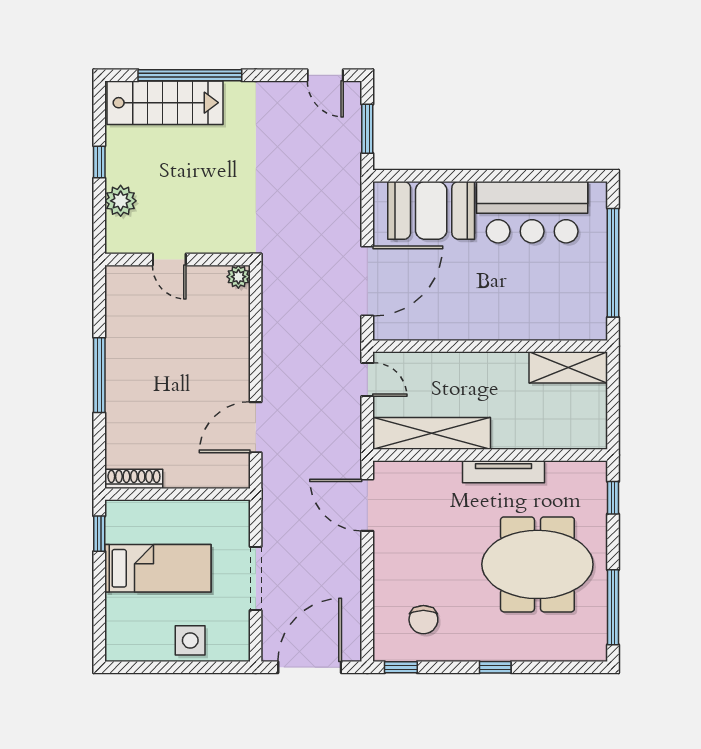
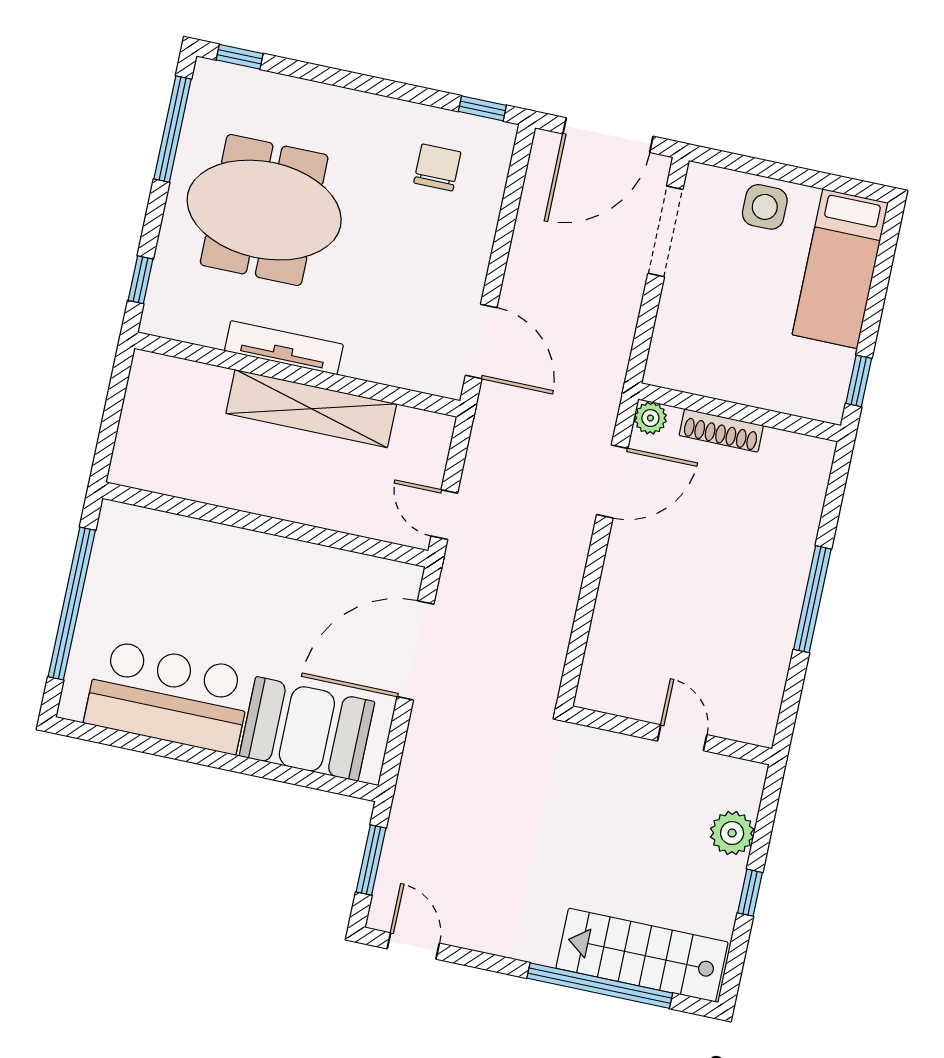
plant: (238, 277) -> (650, 418), moved
shelving: (568, 367) -> (164, 472), removed
shelving: (432, 433) -> (311, 409), moved
shoe rack: (134, 479) -> (721, 430), moved
bed: (158, 568) -> (840, 269), moved, turned -90
doorway: (256, 578) -> (665, 231), moved
window: (495, 667) -> (240, 57), moved

